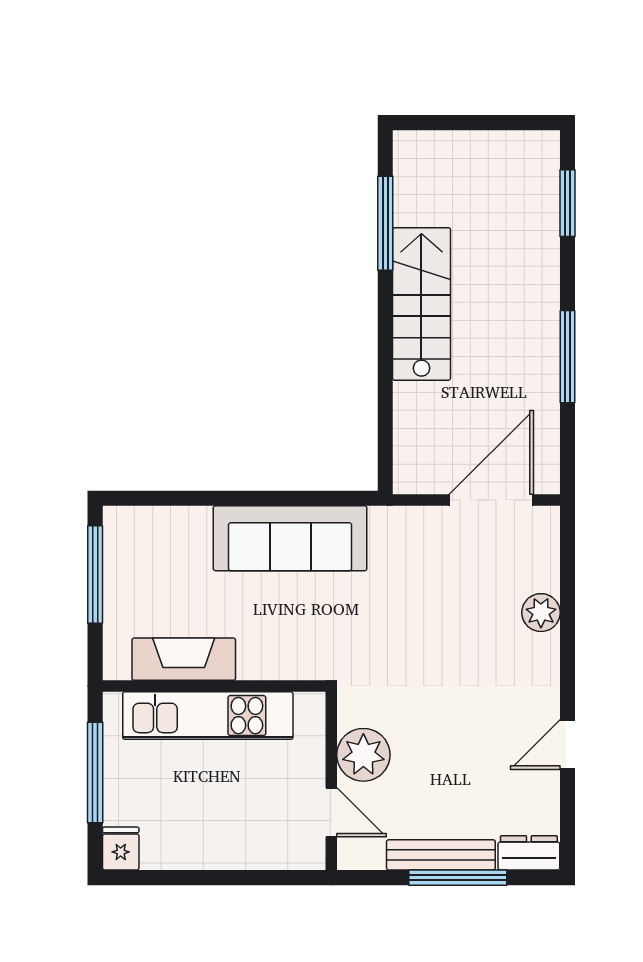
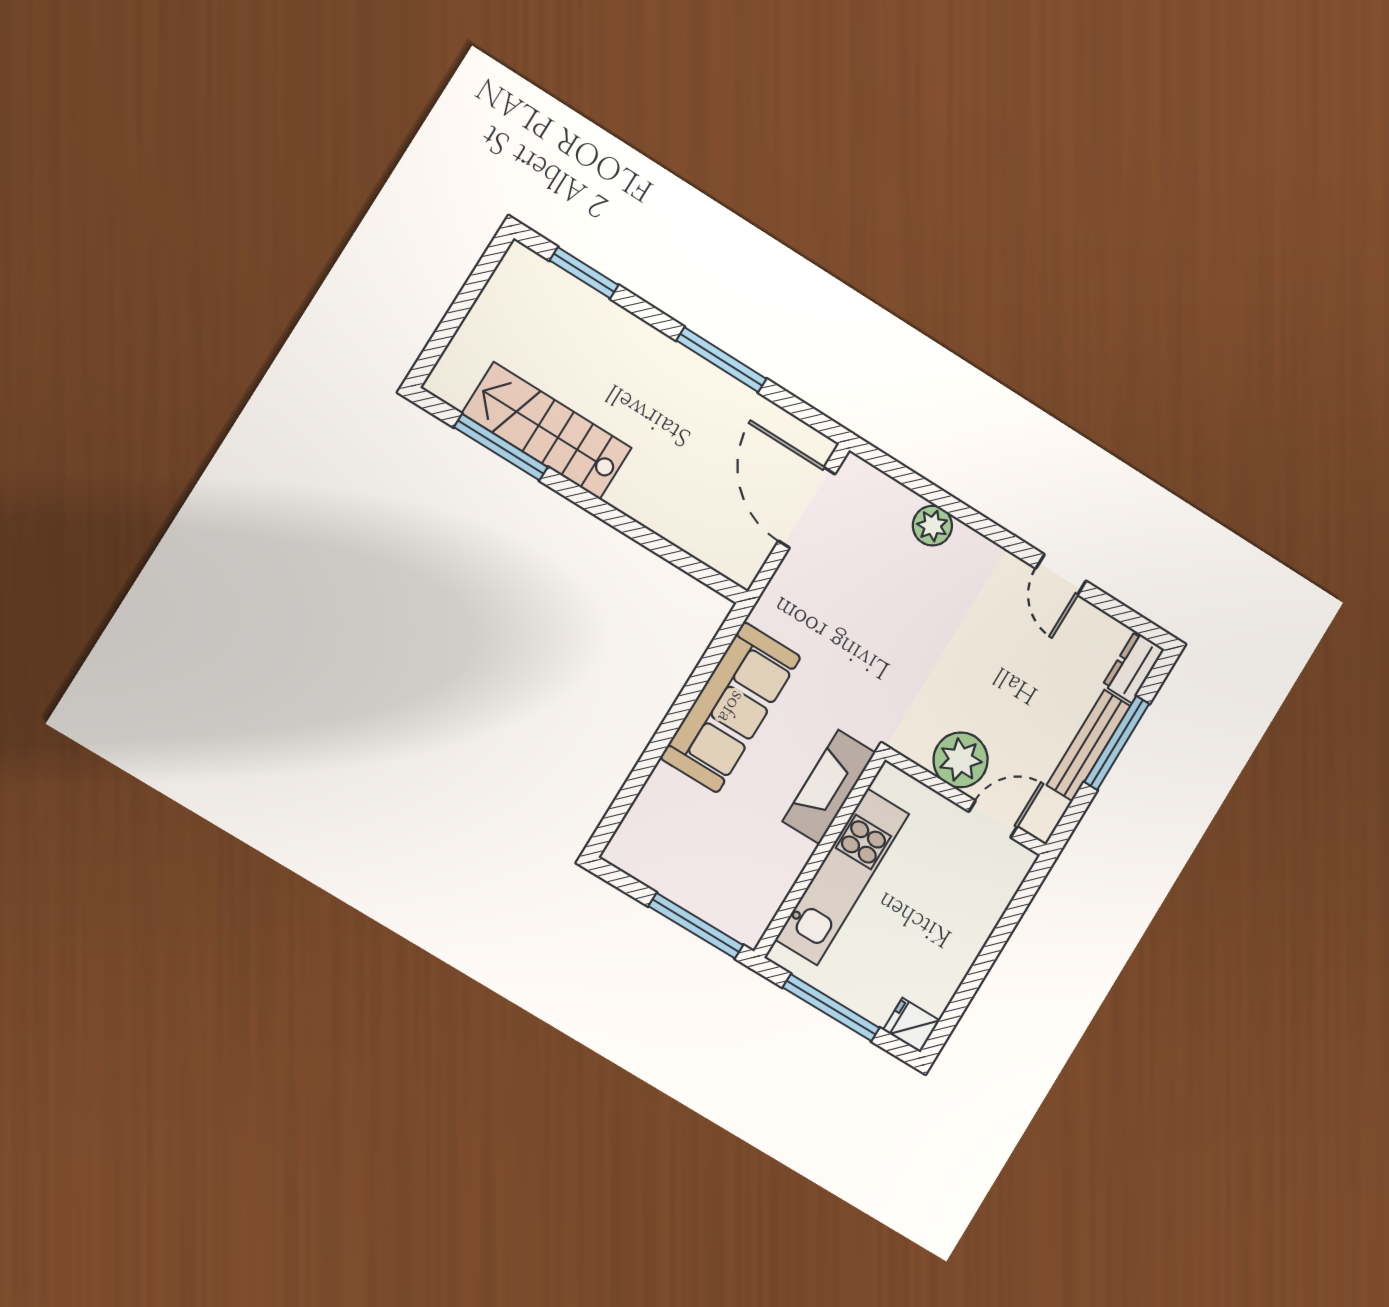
stairs: (421, 304) -> (547, 431), moved
window: (95, 575) -> (696, 926), moved
fireplace: (184, 659) -> (829, 787), moved

